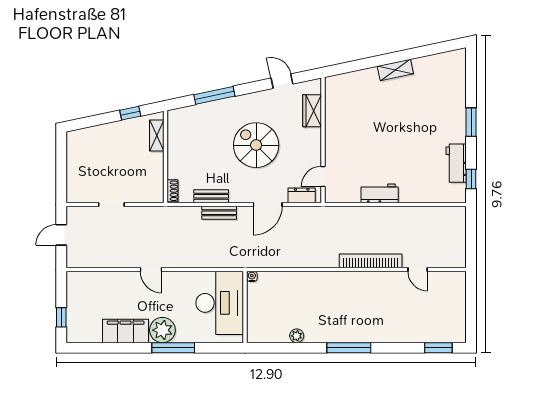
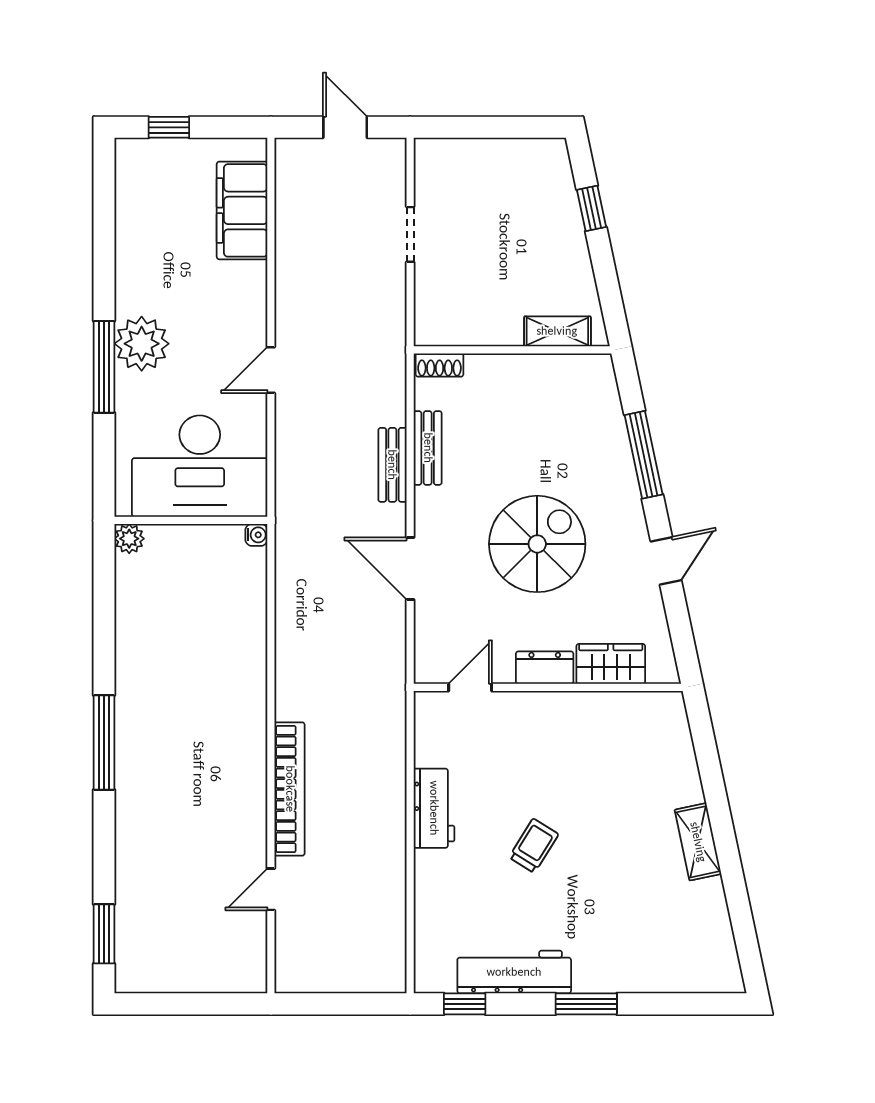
door: (282, 81) -> (666, 561), moved
window: (130, 113) -> (592, 208), moved
trolley: (397, 147) -> (534, 846), added
workbench: (456, 163) -> (514, 972), width x1.38
door: (323, 176) -> (470, 687), hinge flipped
dresser: (302, 195) -> (545, 668), moved, turned -90
door: (151, 270) -> (271, 370), moved
filing cabinet: (126, 331) -> (242, 210), moved, turned 180
plant: (297, 336) -> (129, 539), moved

